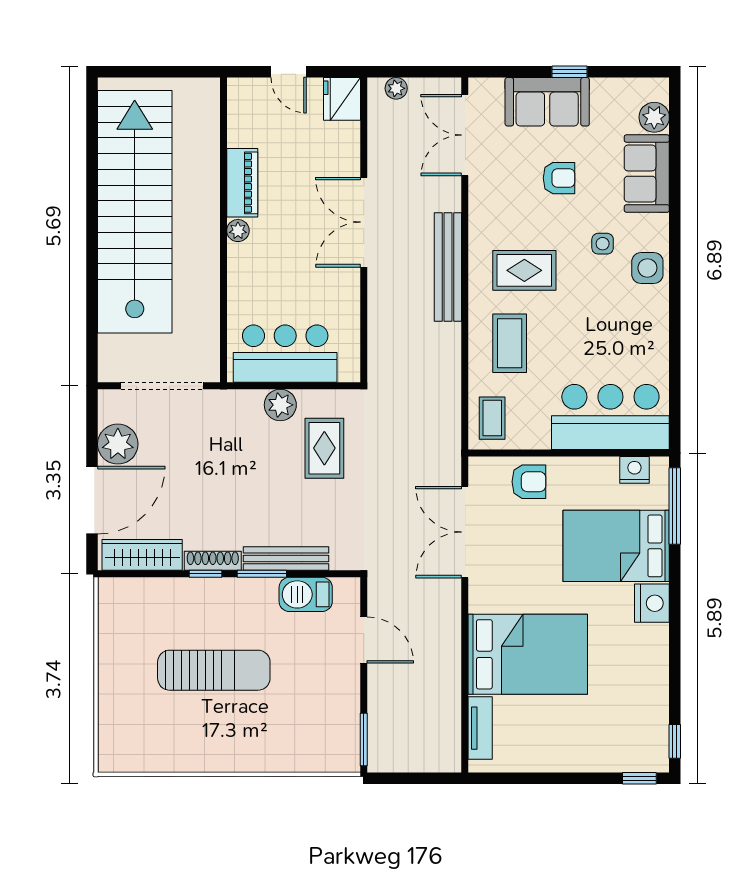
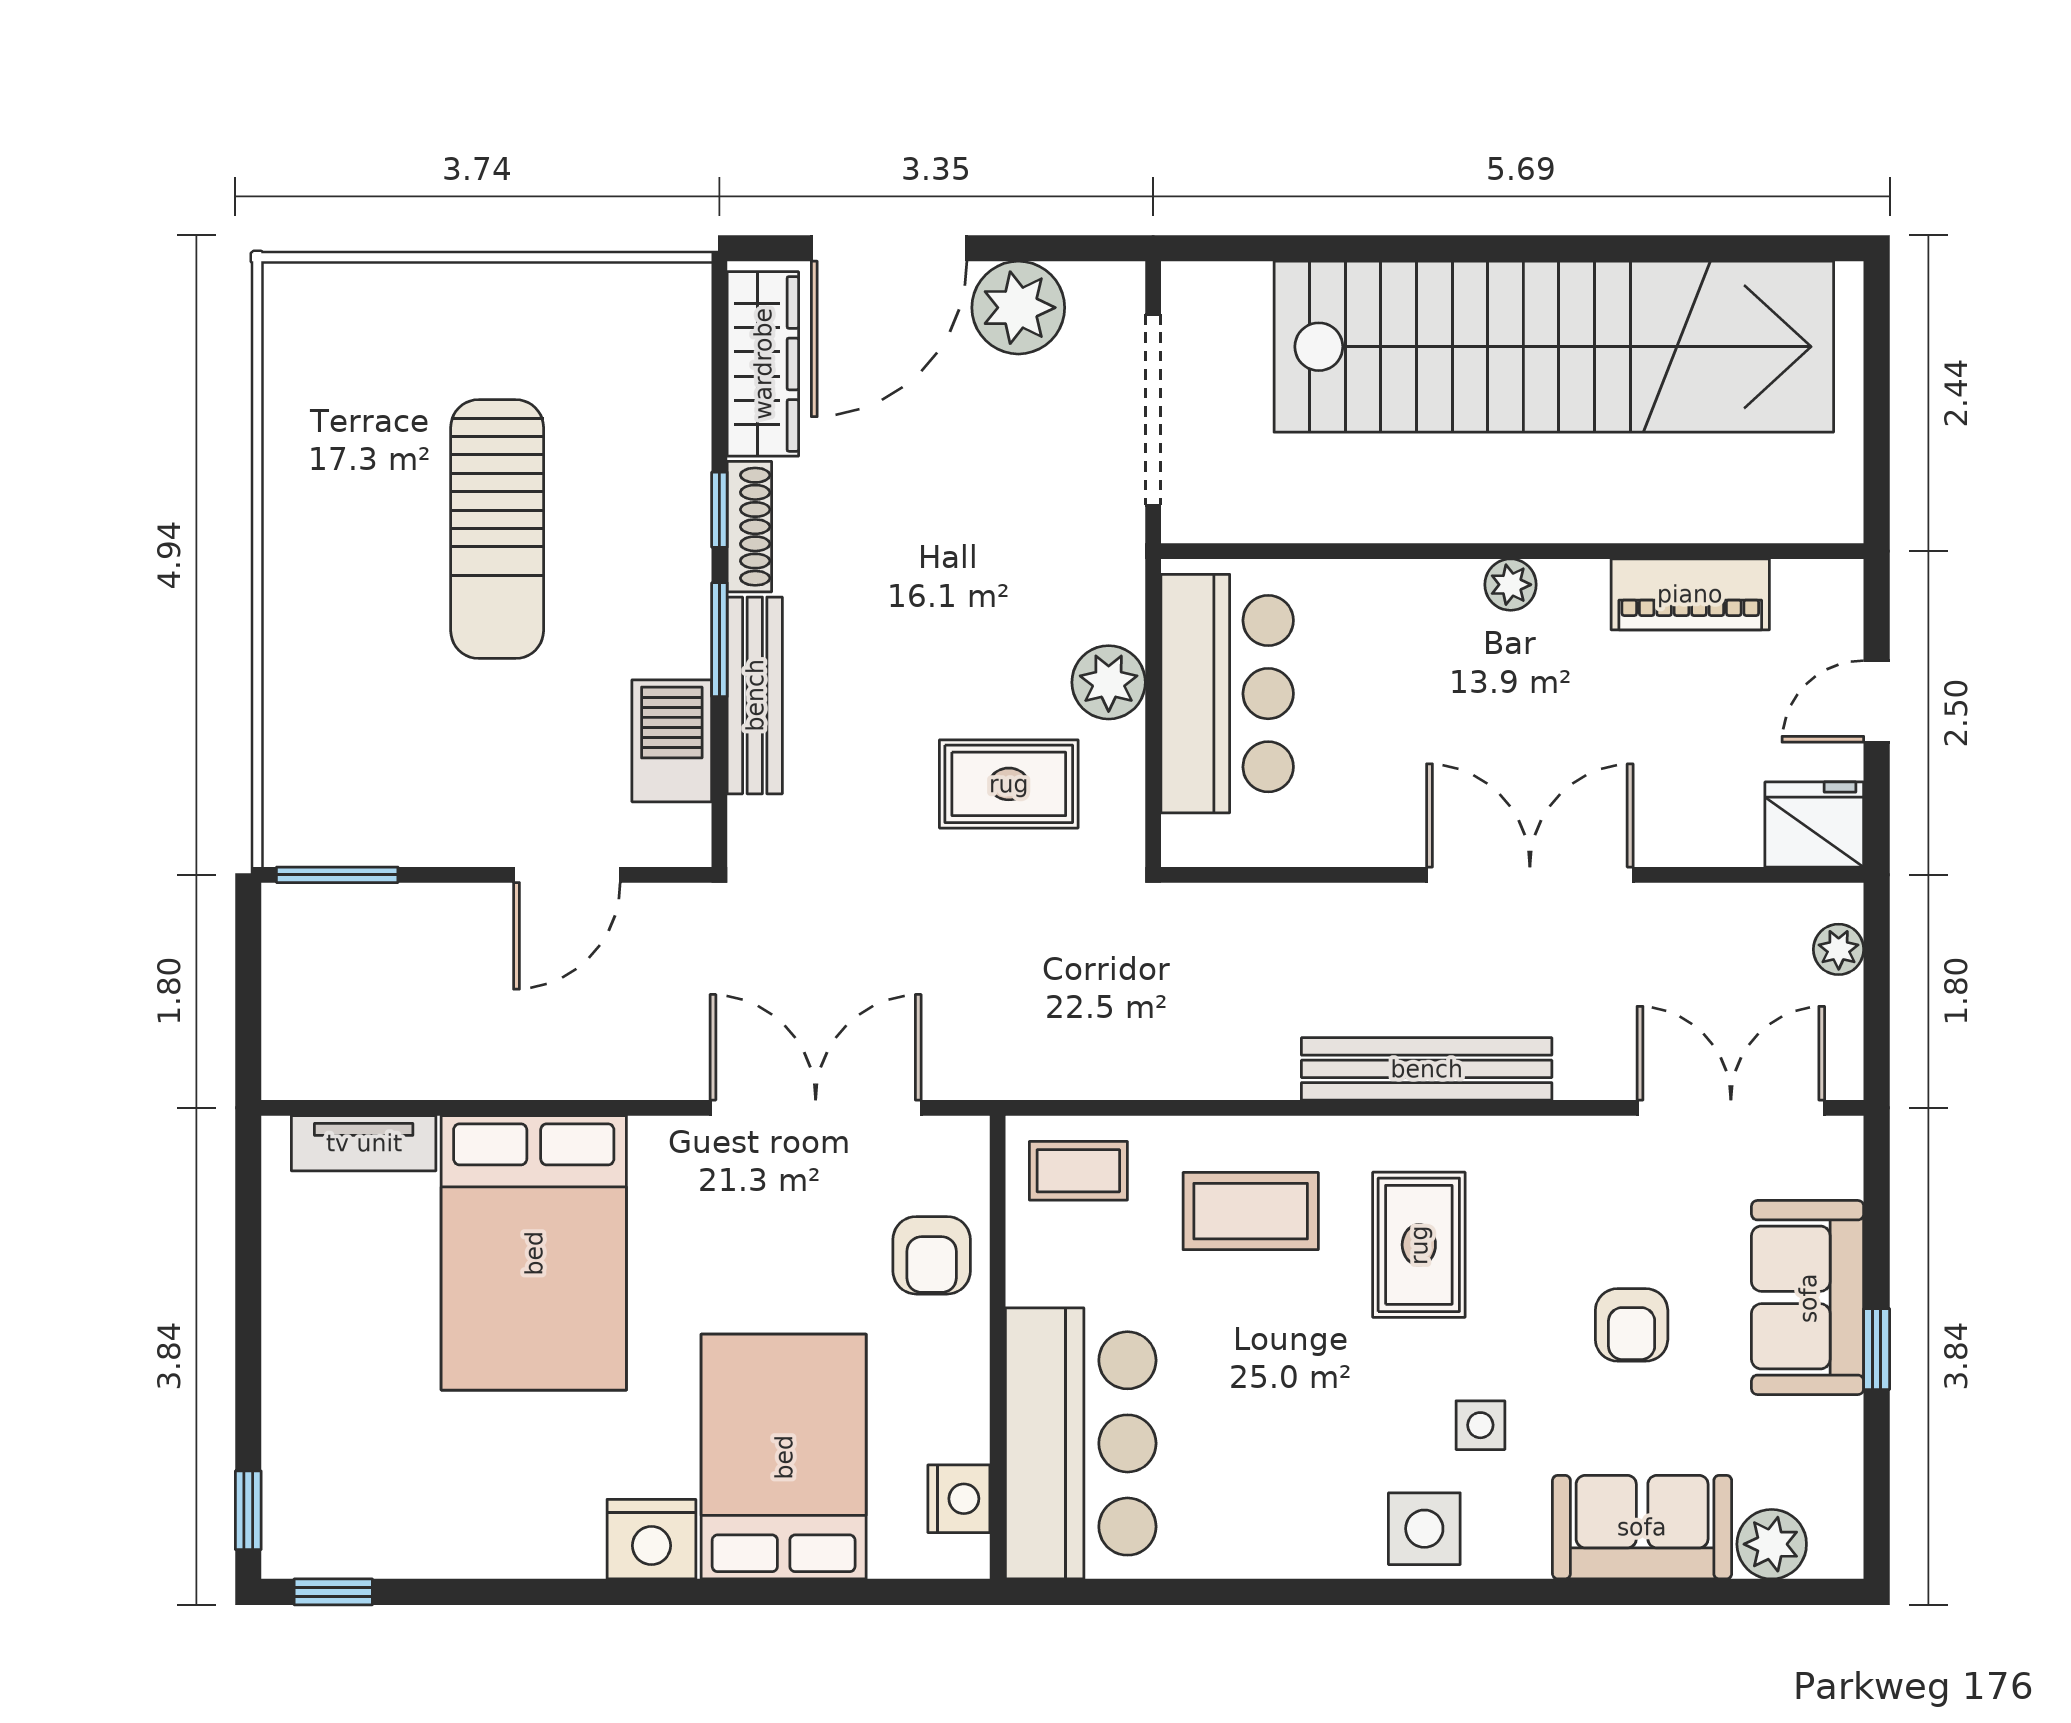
piano: (242, 183) -> (1690, 594), moved
door: (92, 500) -> (889, 248), hinge flipped
window: (675, 506) -> (876, 1592), removed

